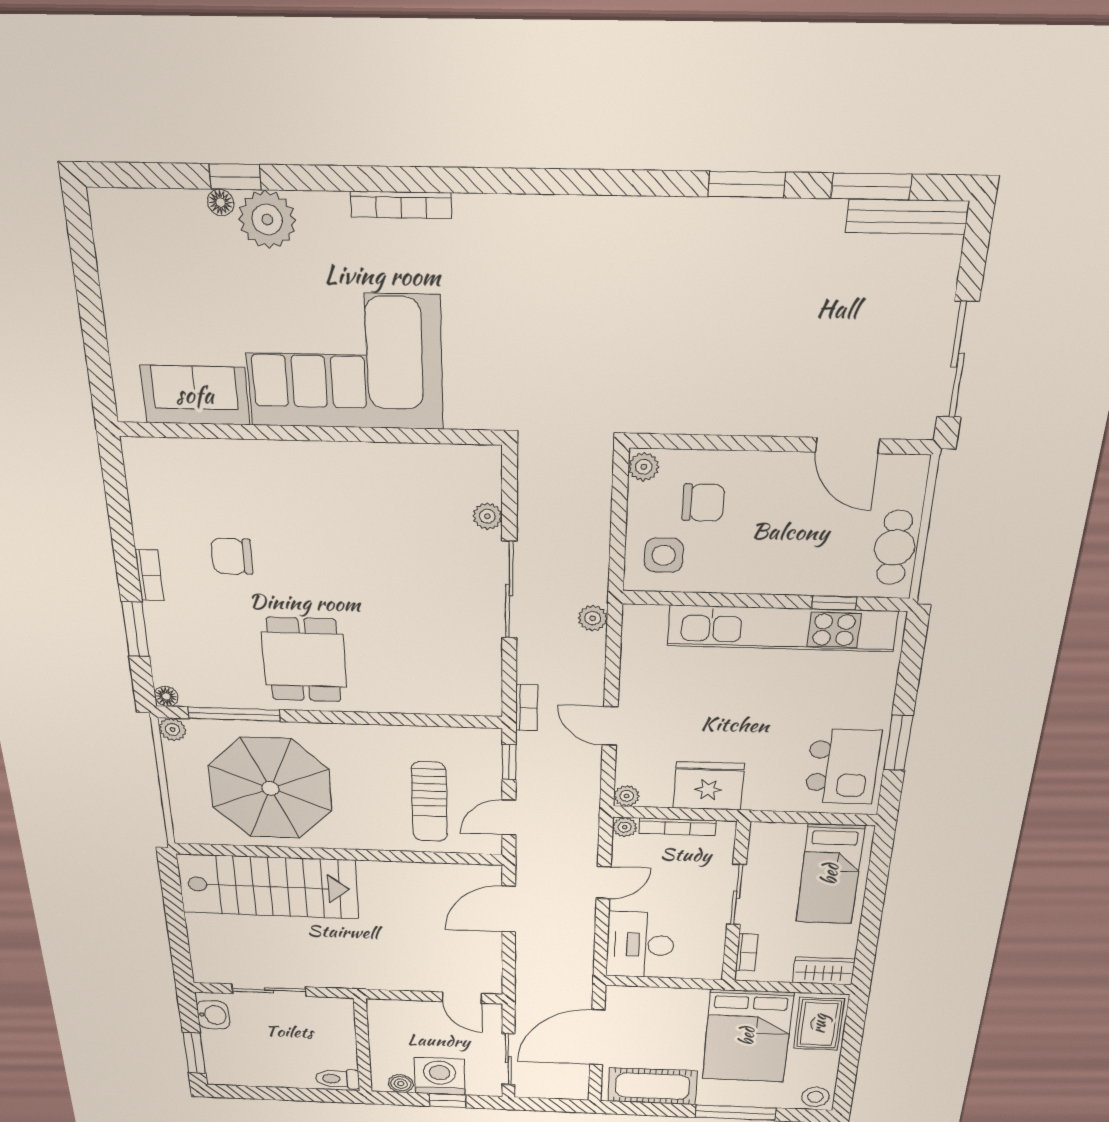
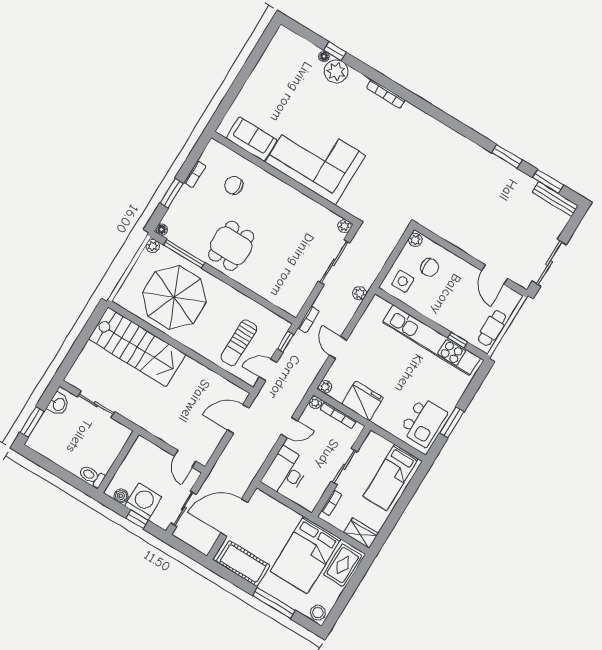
corner sofa: (344, 361) -> (315, 159), moved
sofa: (195, 395) -> (252, 139), moved
wall: (309, 433) -> (284, 178), moved

